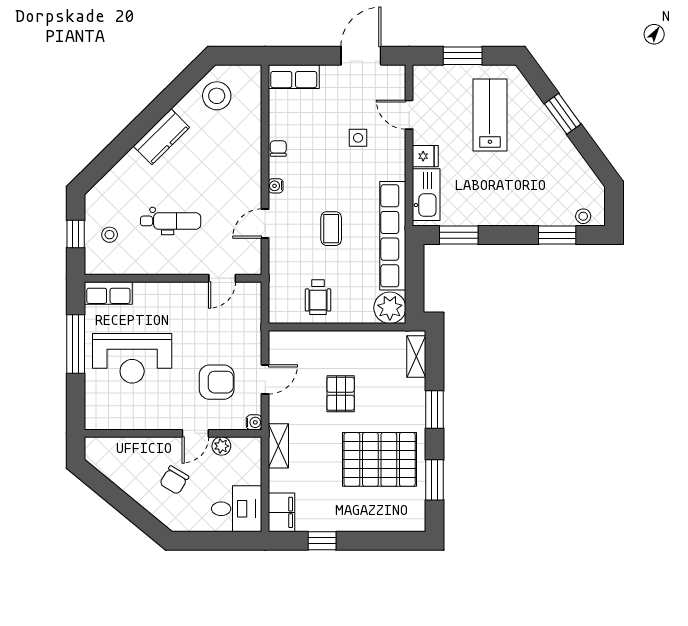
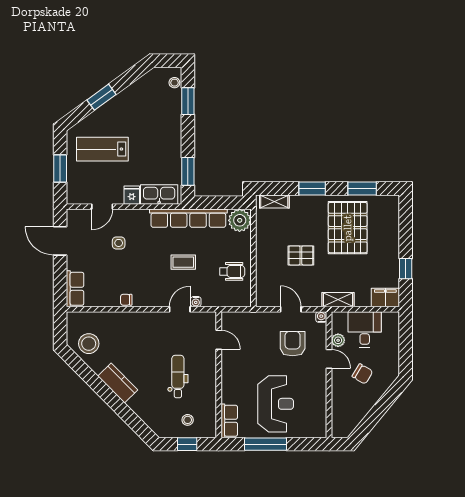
water cooler: (276, 186) -> (196, 302), moved
door: (265, 224) -> (180, 309), swing flipped
desk: (237, 509) -> (365, 329), moved

